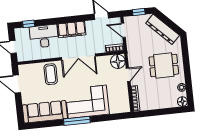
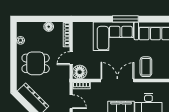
floor lamp: (182, 102) -> (49, 27), moved

